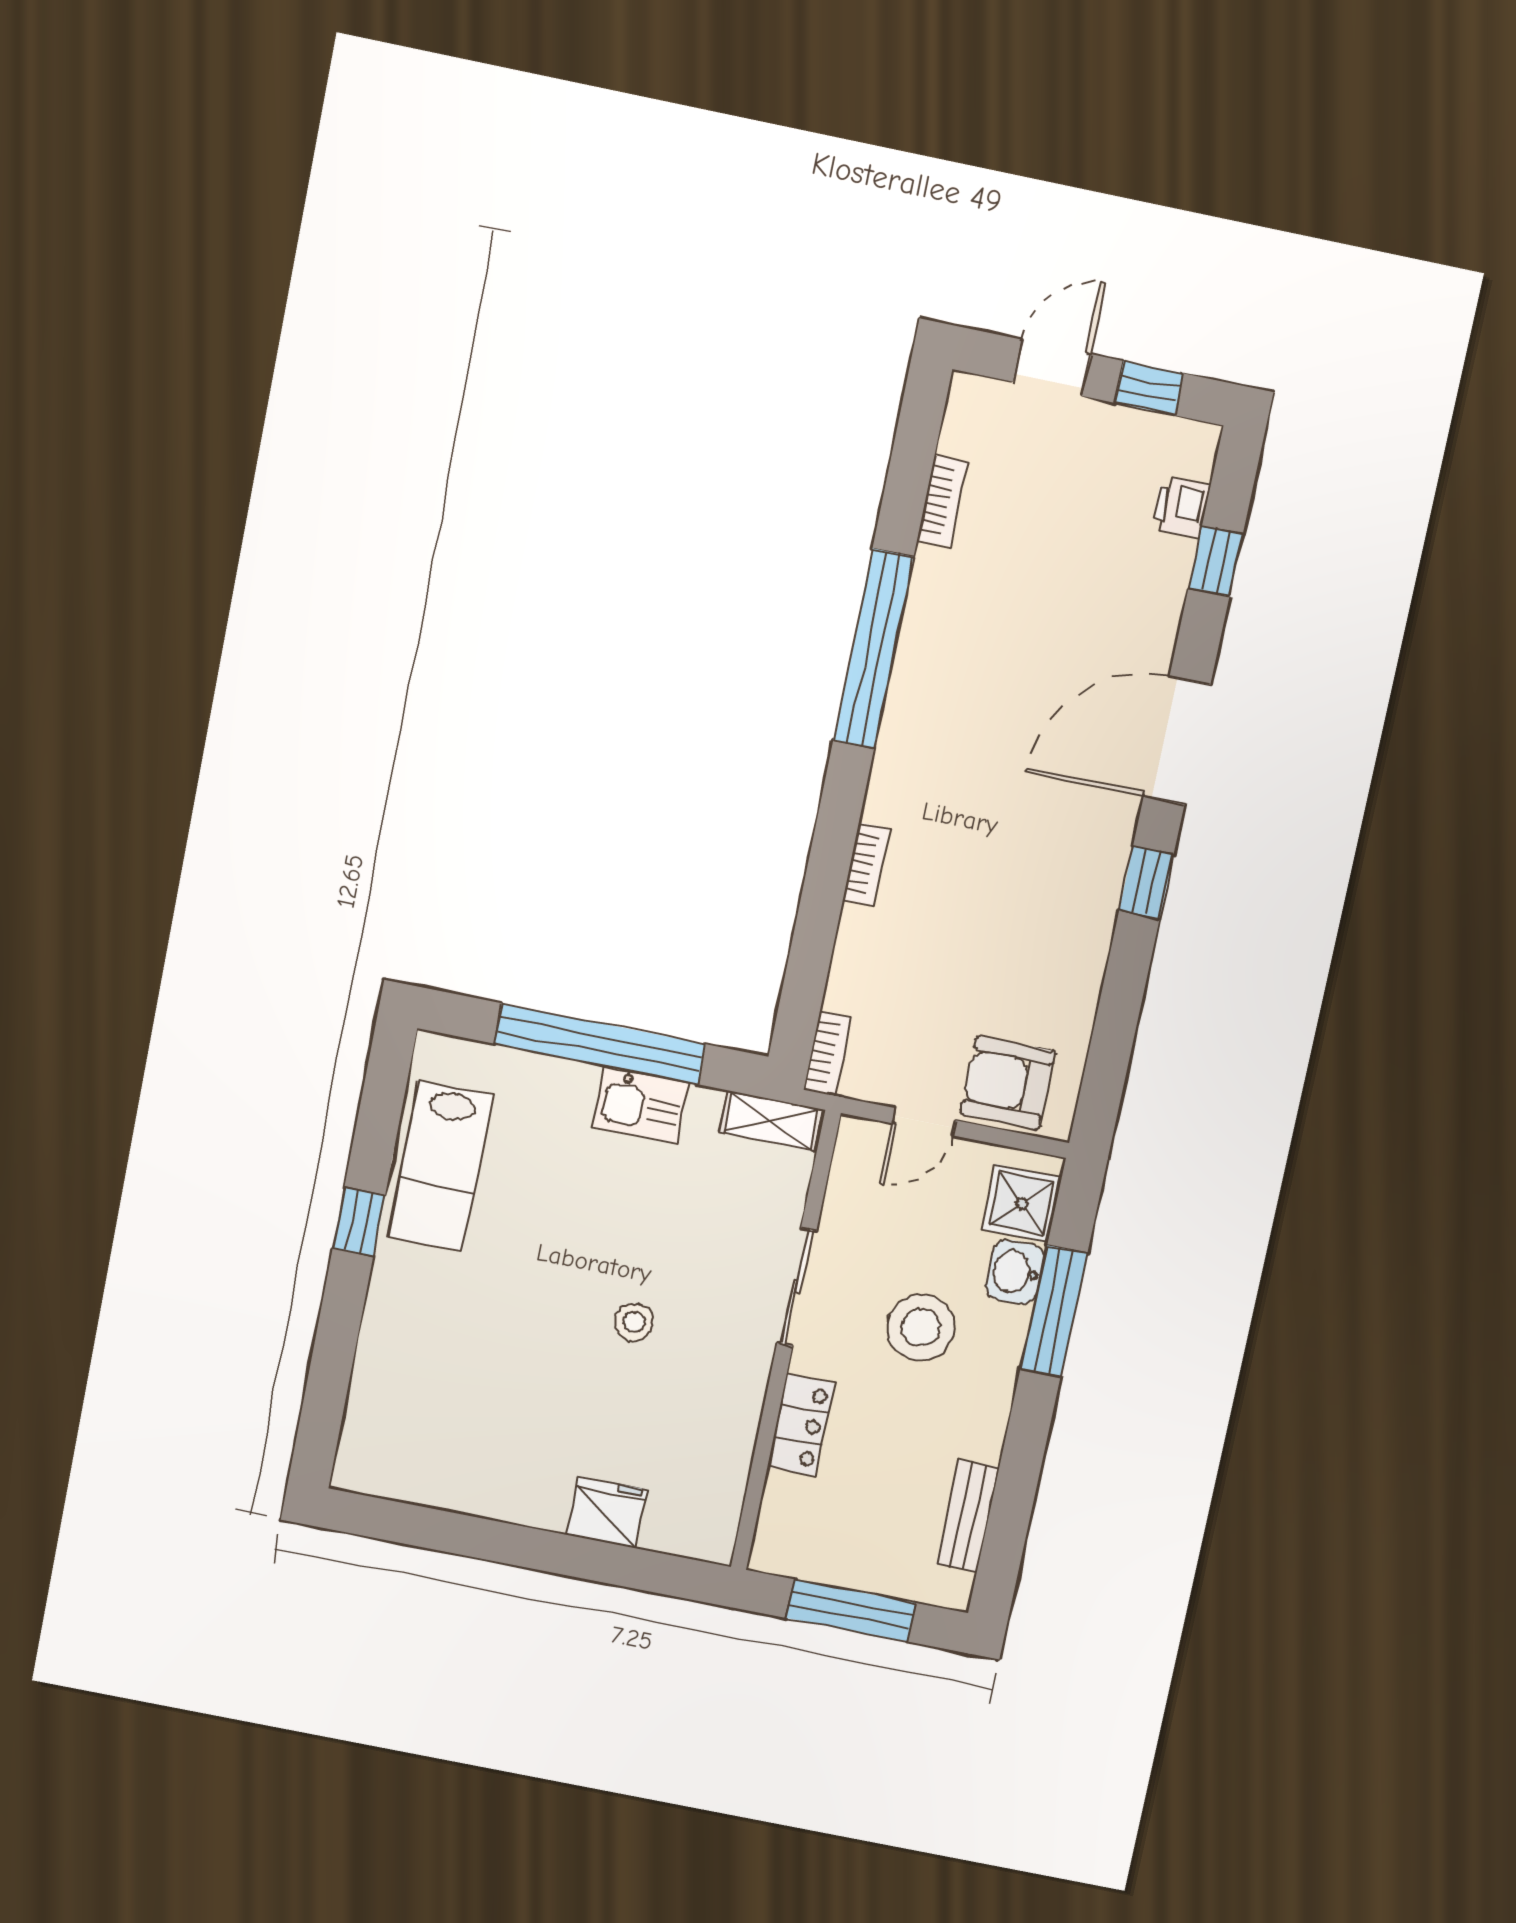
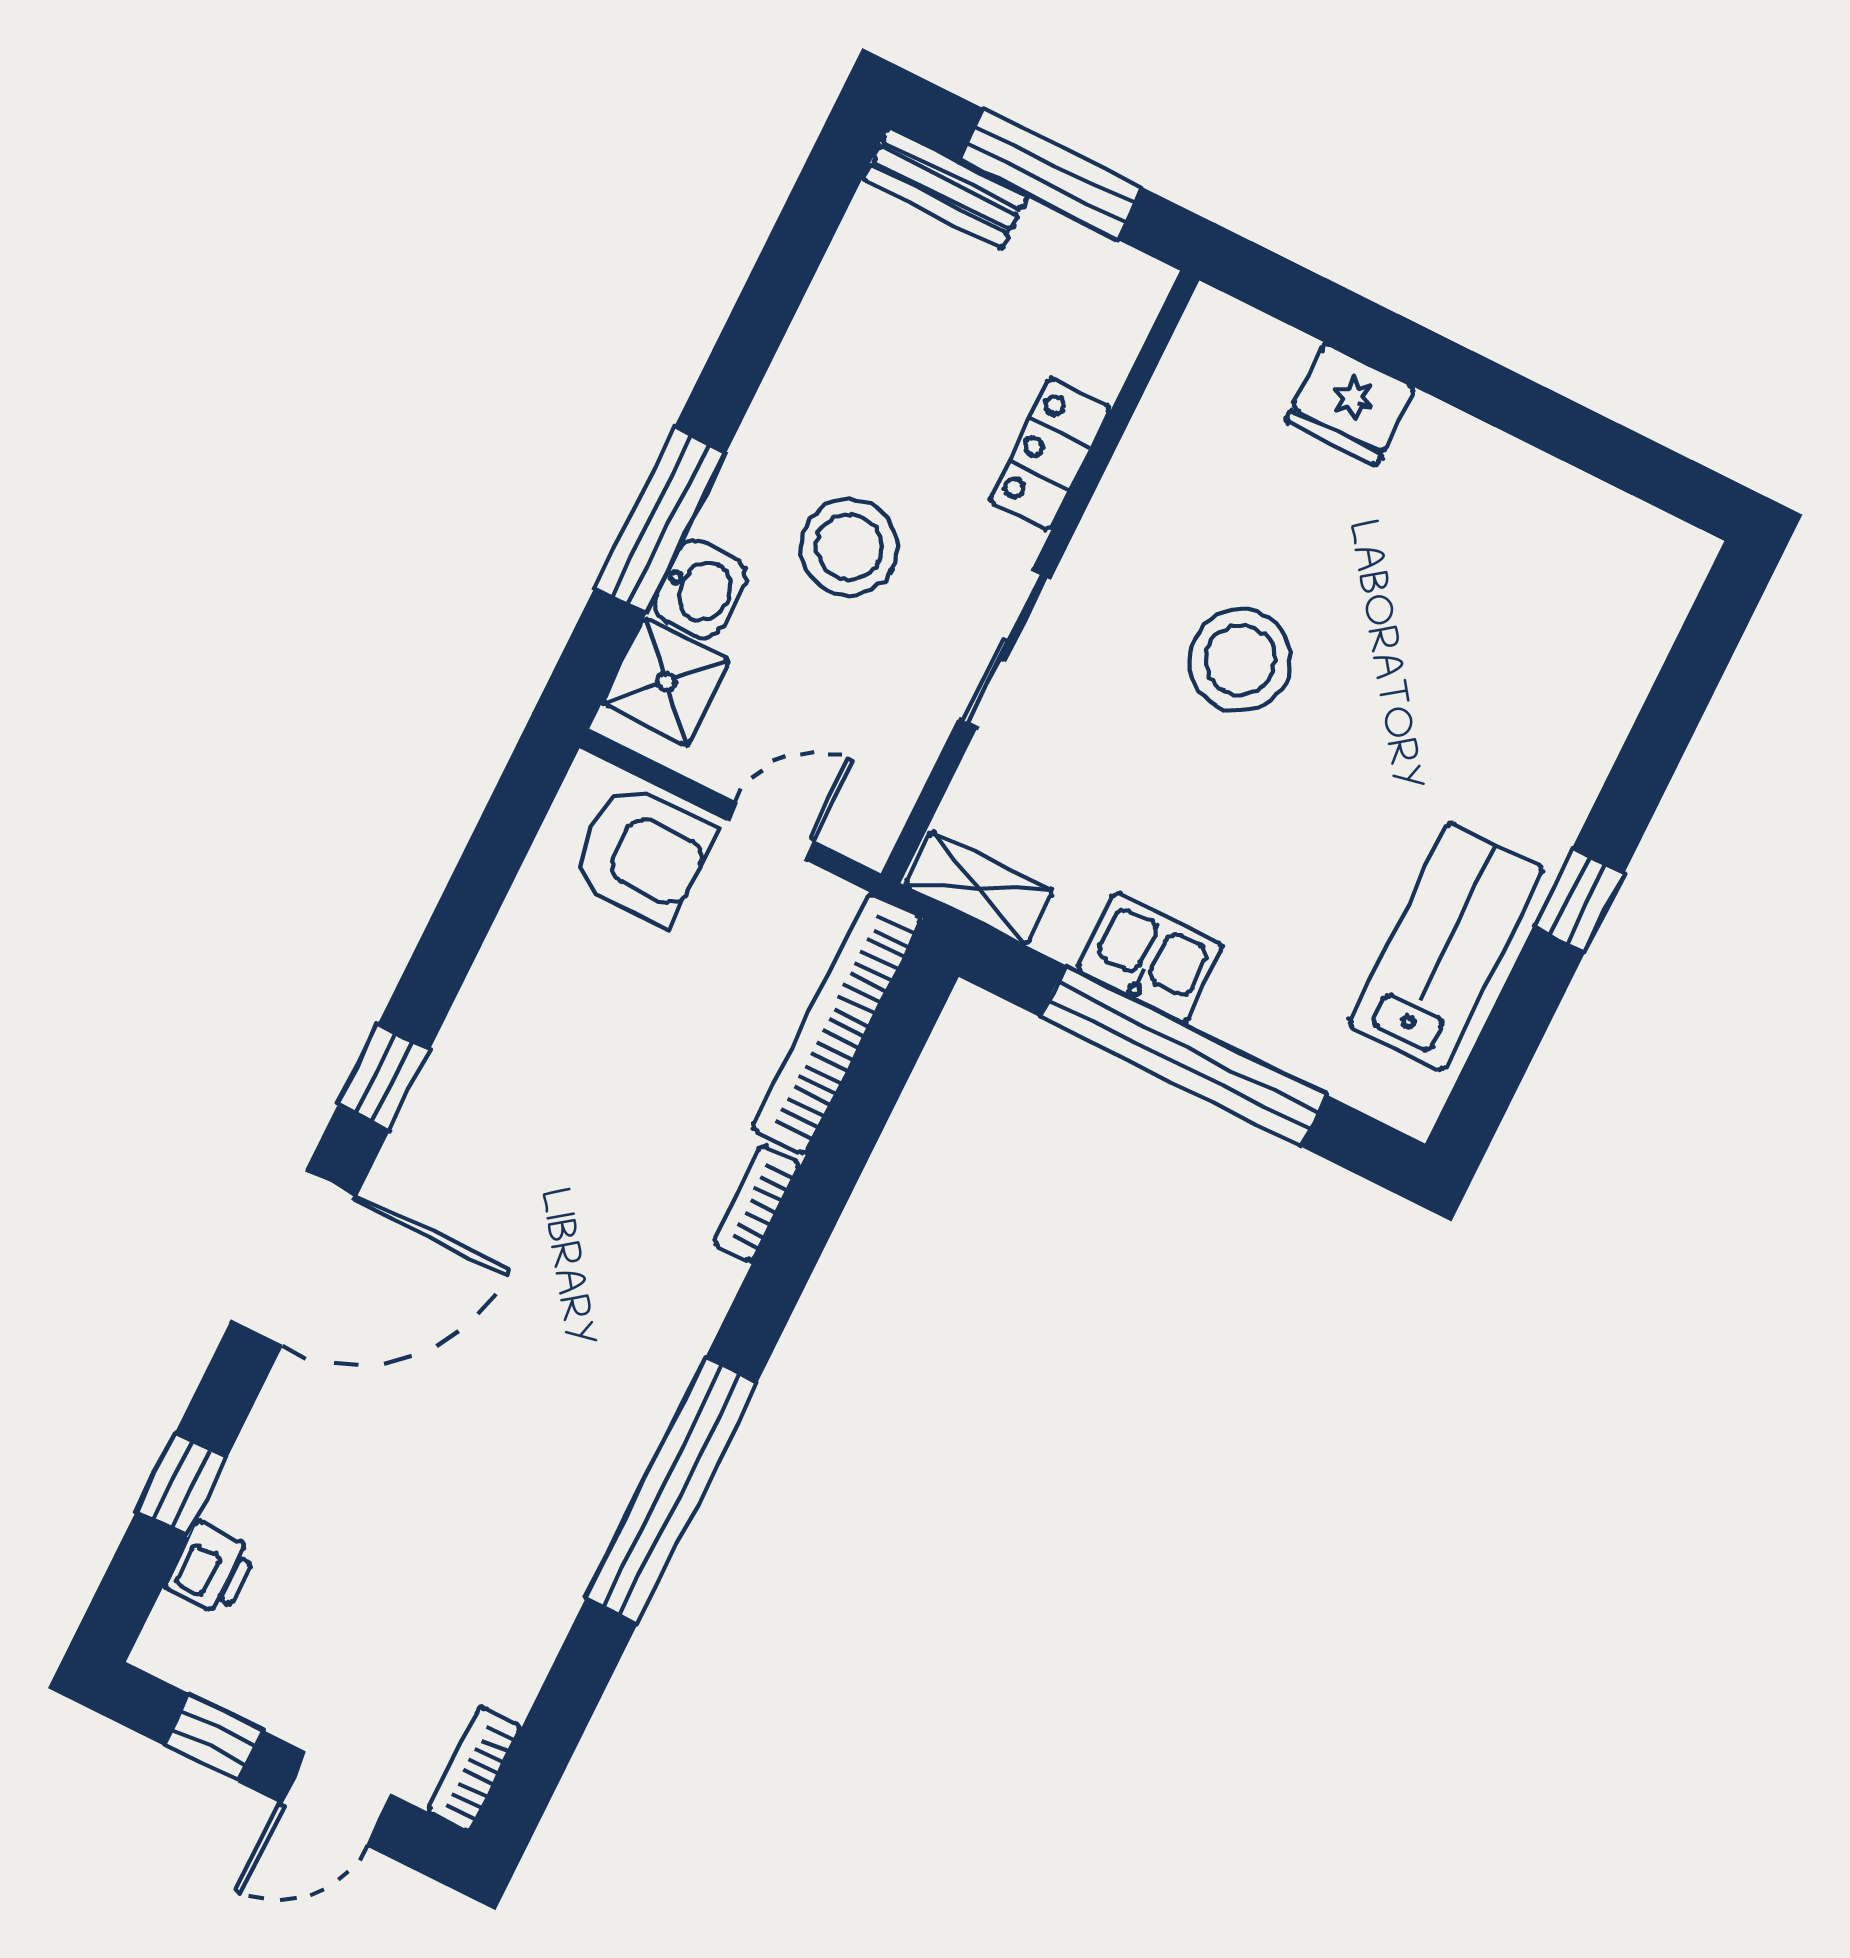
bookcase: (942, 501) -> (474, 1769), moved
bookcase: (828, 1053) -> (837, 1024), width x2.31, depth x1.31
stool: (634, 1322) -> (1240, 660), width x1.89, depth x1.89
bench: (968, 1516) -> (945, 187), moved, turned 90

